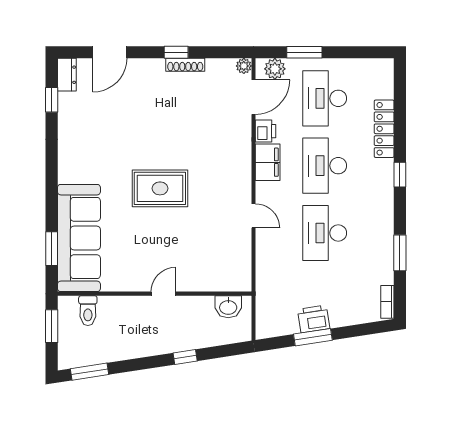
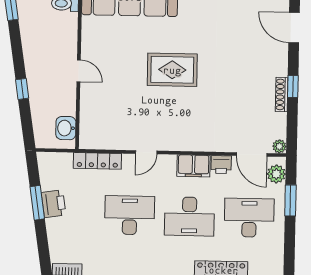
desk: (325, 166) -> (189, 216), turned 180
rug: (160, 188) -> (172, 70), turned 90
locker: (264, 270) -> (97, 161), added

